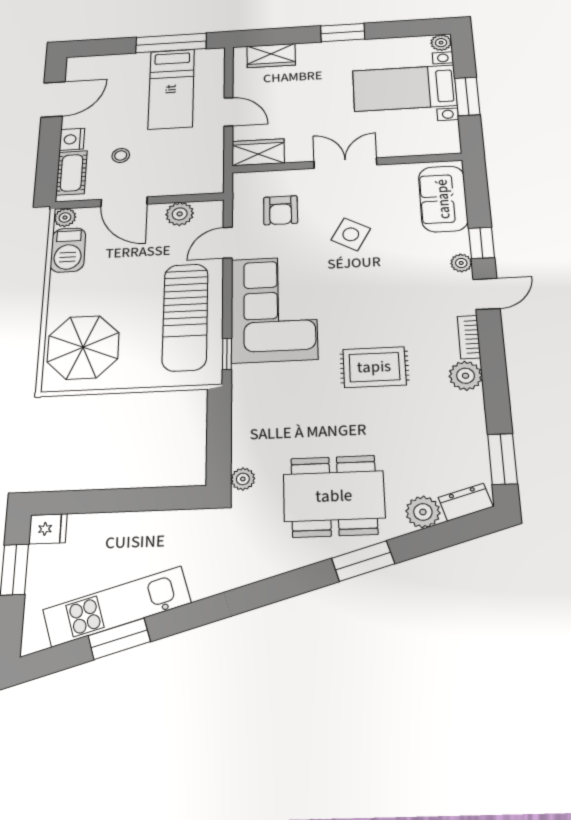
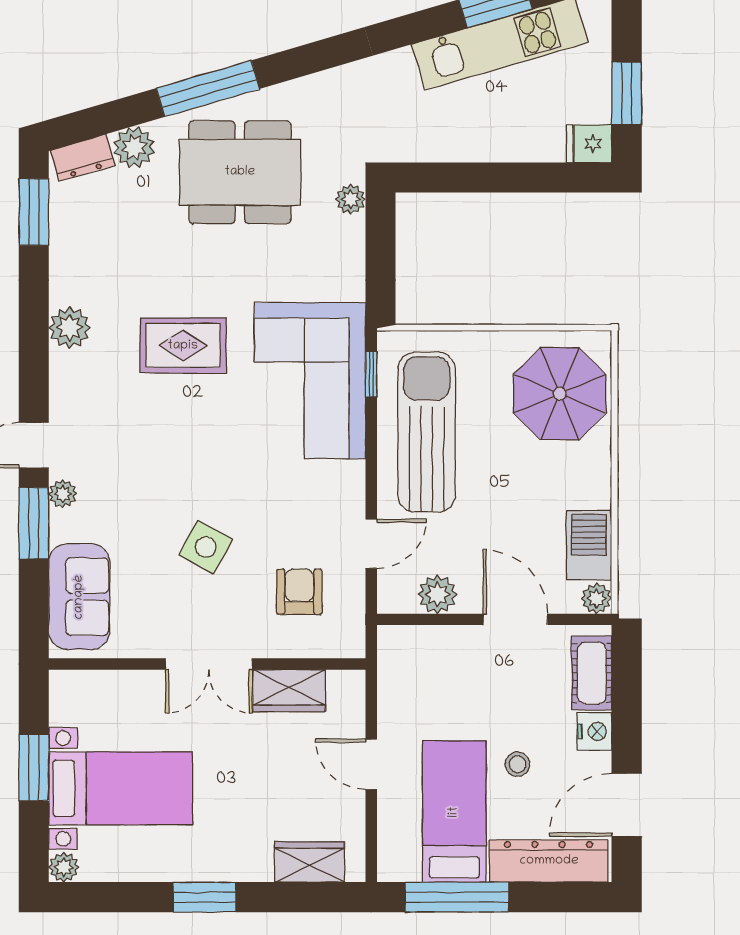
dresser: (108, 66) -> (549, 861), added
wardrobe: (258, 152) -> (289, 691), moved
stool: (121, 155) -> (517, 764), moved
window: (481, 243) -> (34, 523), width x1.50
corner sofa: (274, 309) -> (310, 381), moved
bookcase: (469, 337) -> (61, 383), removed
window: (363, 561) -> (208, 89), width x1.44

